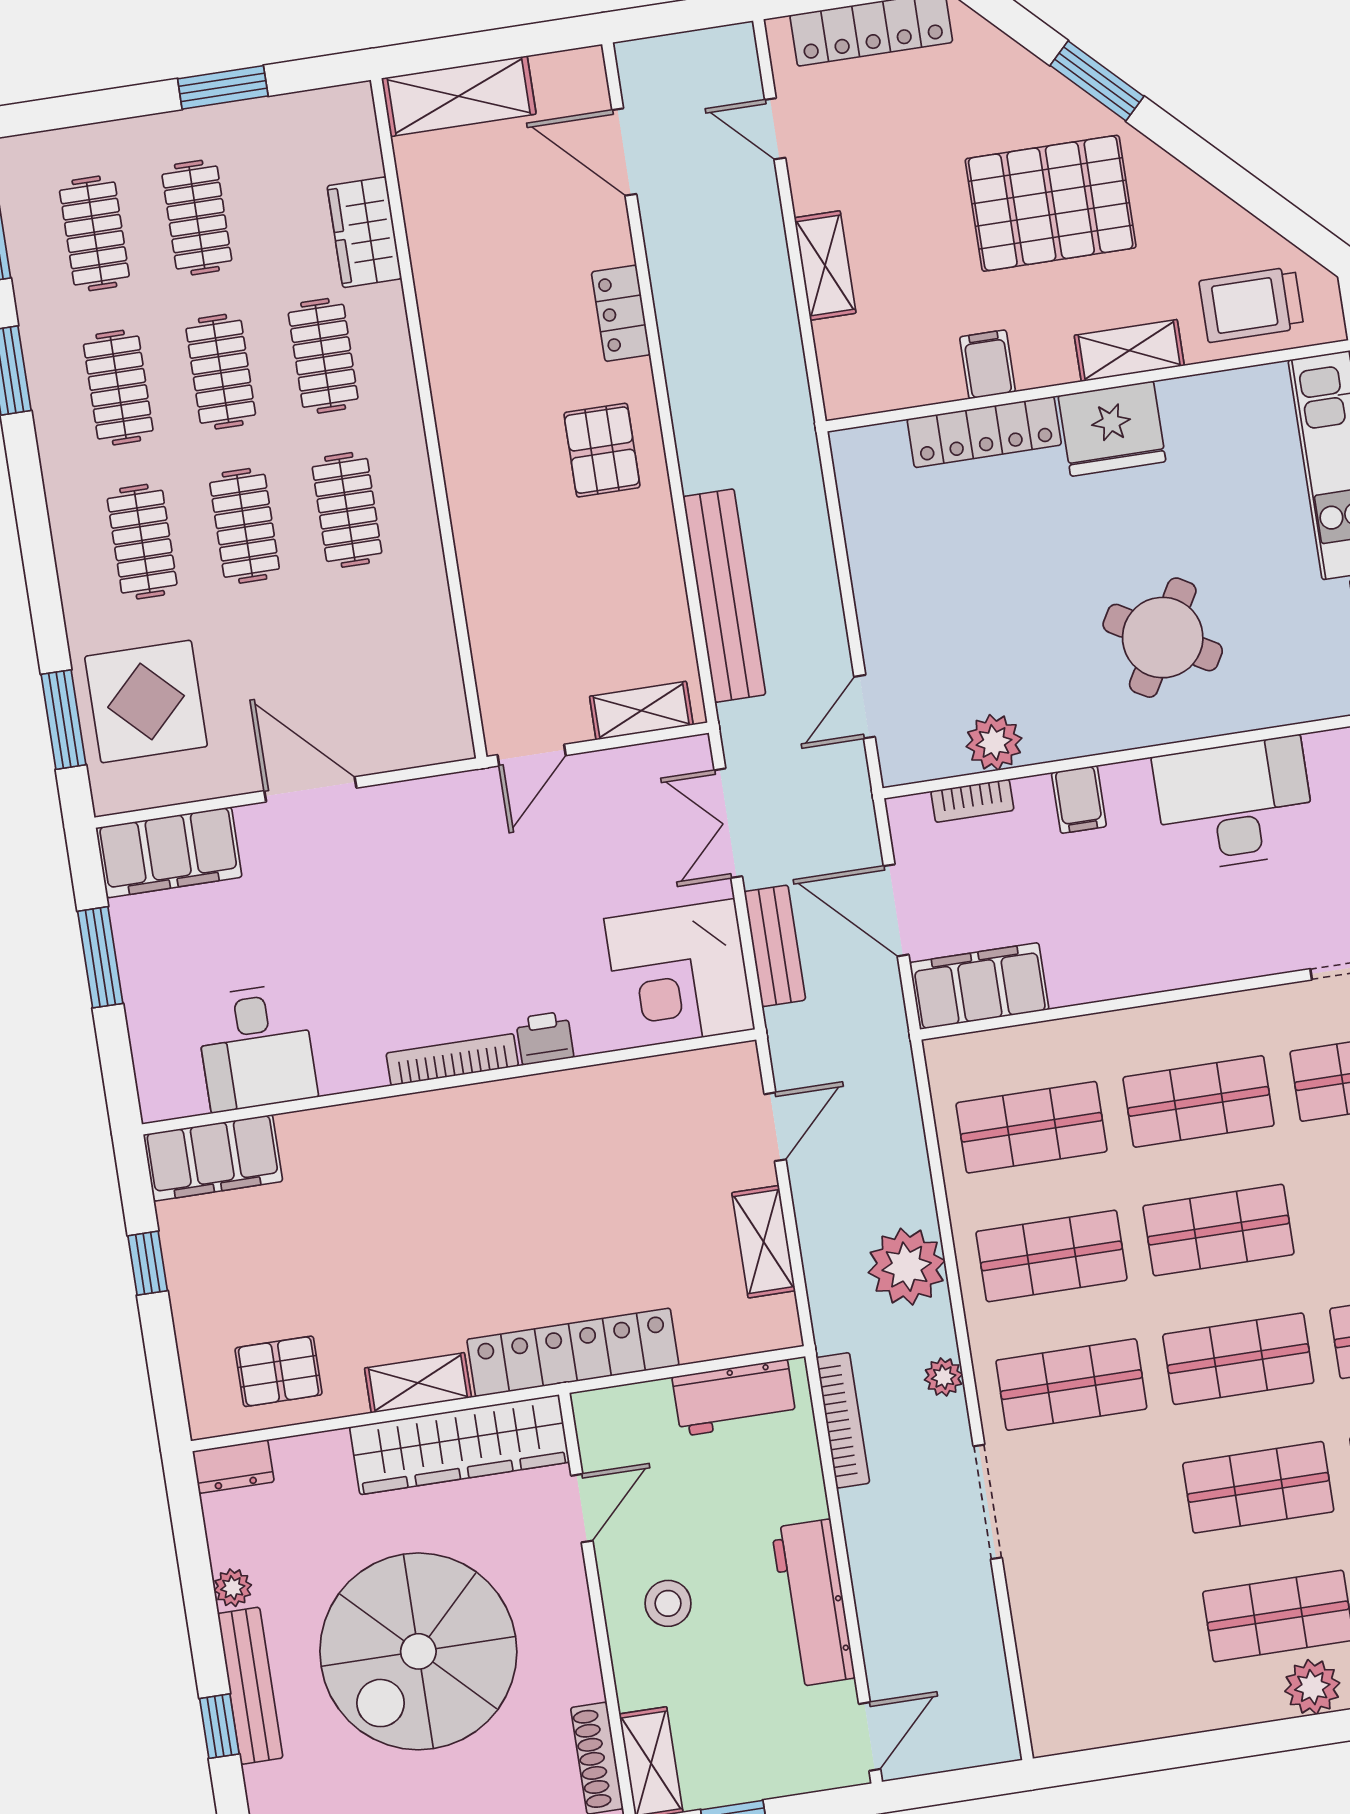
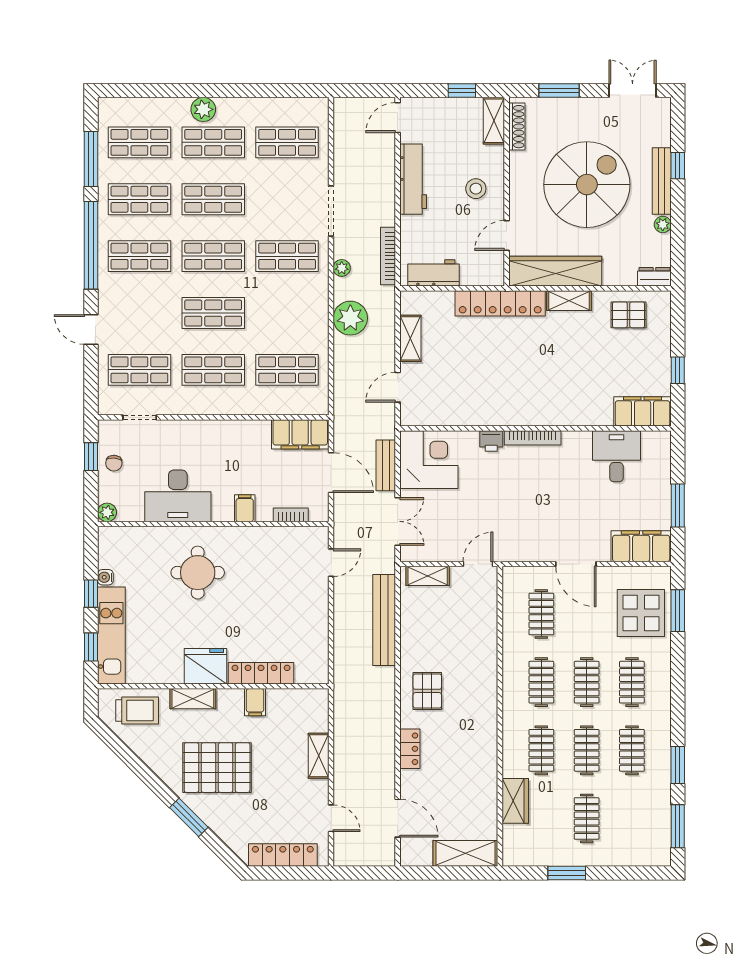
clothes rail: (94, 233) -> (541, 614), moved
round table: (1163, 638) -> (198, 573), turned -30
plant: (994, 742) -> (278, 539), removed
shop shelf: (1051, 1256) -> (287, 142), moved

